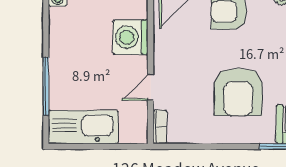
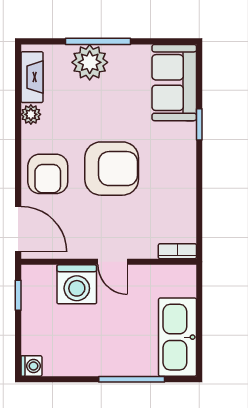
door: (151, 87) -> (113, 262), moved
armchair: (238, 92) -> (112, 169), moved

